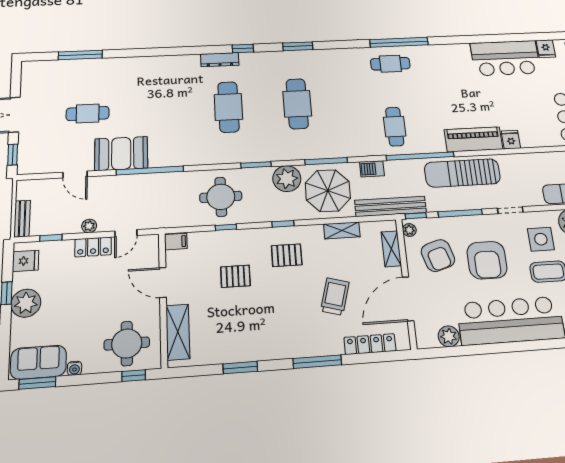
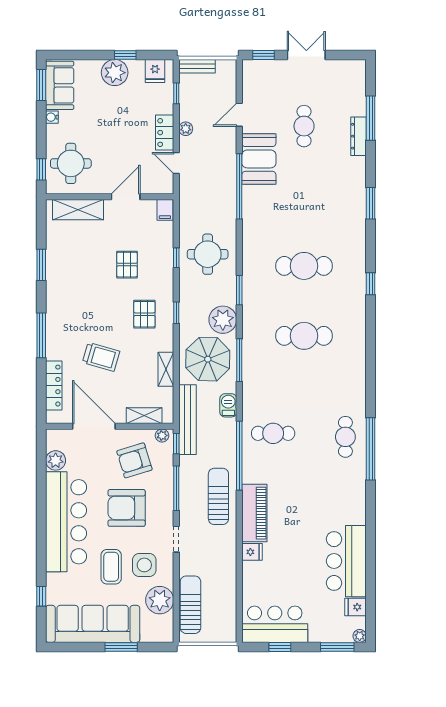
window: (298, 46) -> (371, 203), moved
dresser: (220, 60) -> (359, 136), moved
sun lounger: (462, 173) -> (218, 496), width x0.73, depth x0.75

